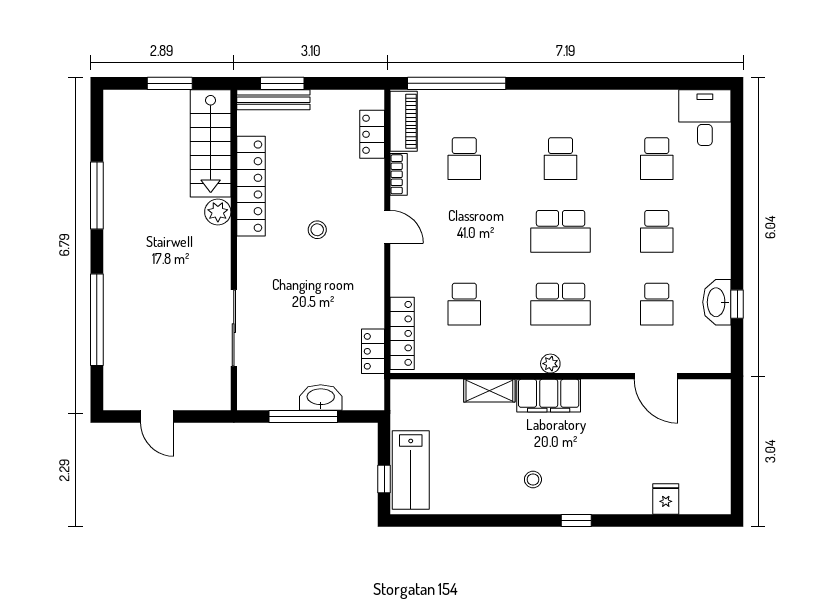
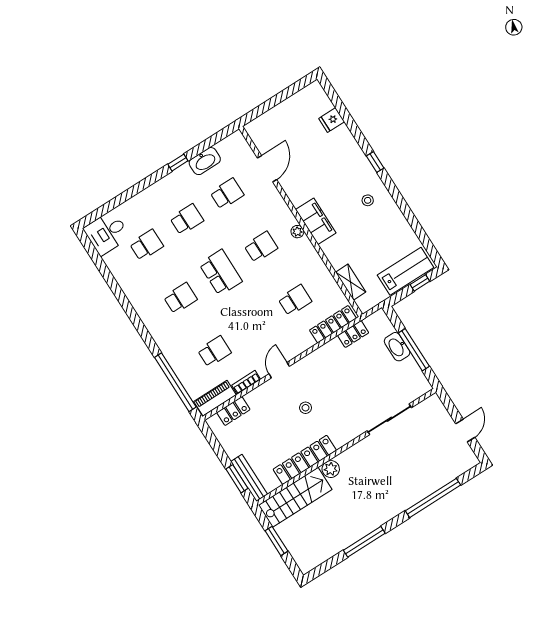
school desk: (561, 304) -> (261, 247), width x0.54
window: (737, 304) -> (178, 163), moved
shelving: (489, 391) -> (351, 282), moved

